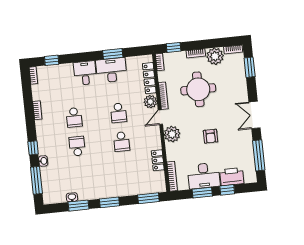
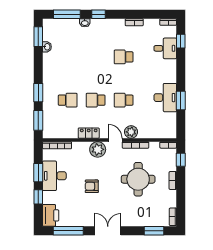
plant: (215, 56) -> (168, 199), removed
desk: (85, 73) -> (165, 48), moved
locker: (149, 78) -> (154, 133), removed
school desk: (77, 146) -> (68, 100), moved
locker: (158, 160) -> (89, 133), moved
printer: (232, 177) -> (51, 215), moved
window: (109, 202) -> (38, 93), moved
window: (79, 206) -> (38, 37), moved

